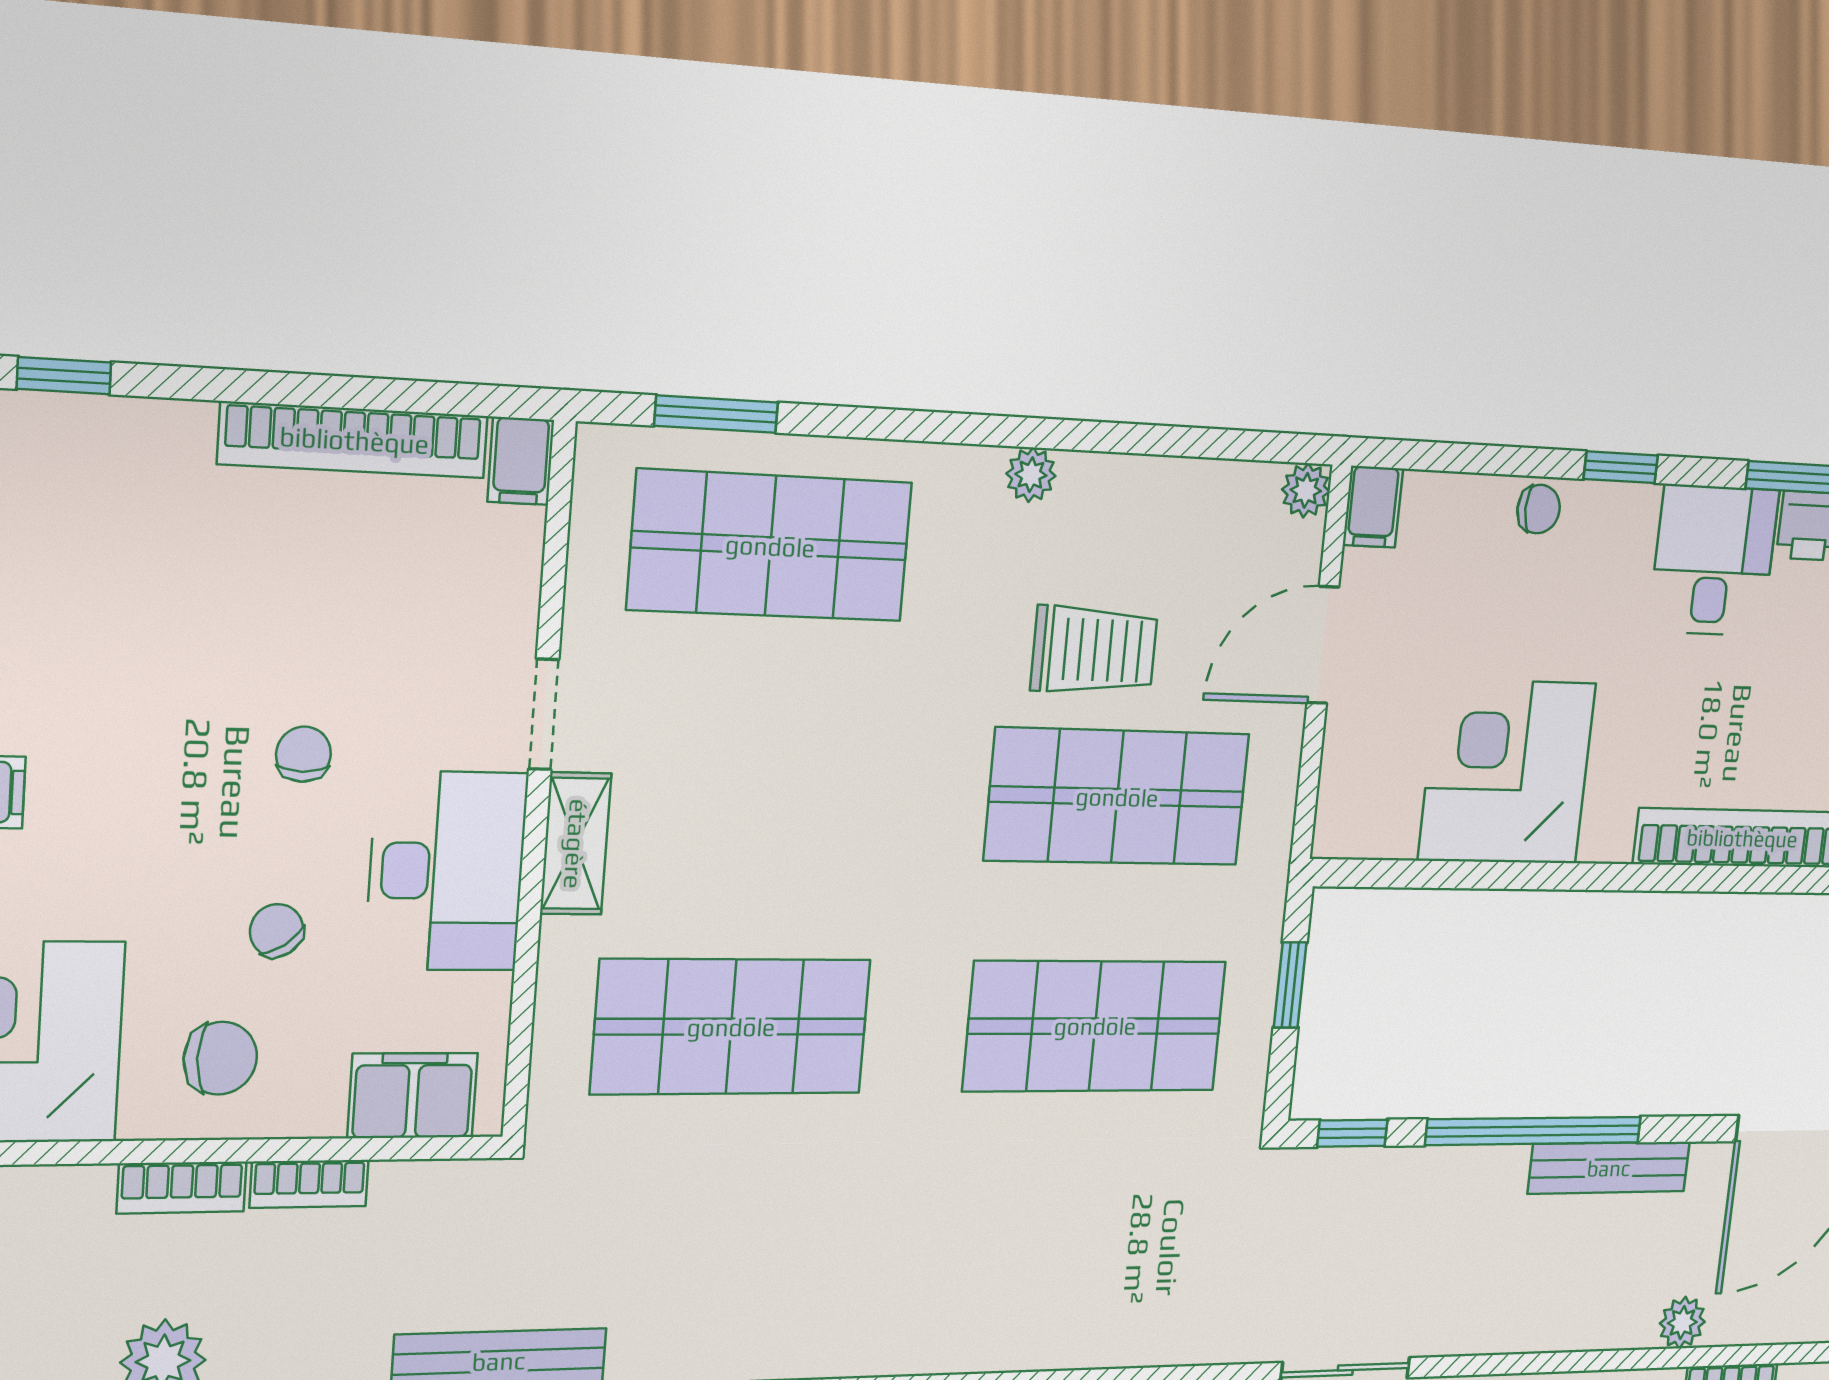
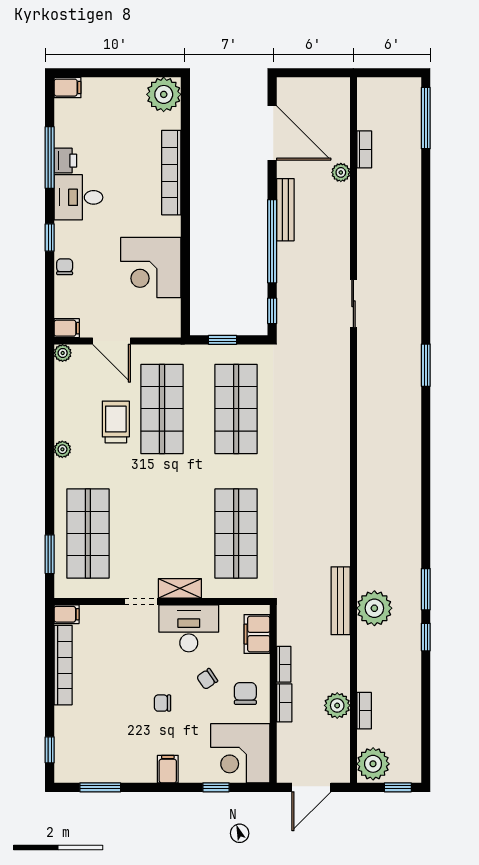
chair: (303, 754) -> (162, 703), moved

